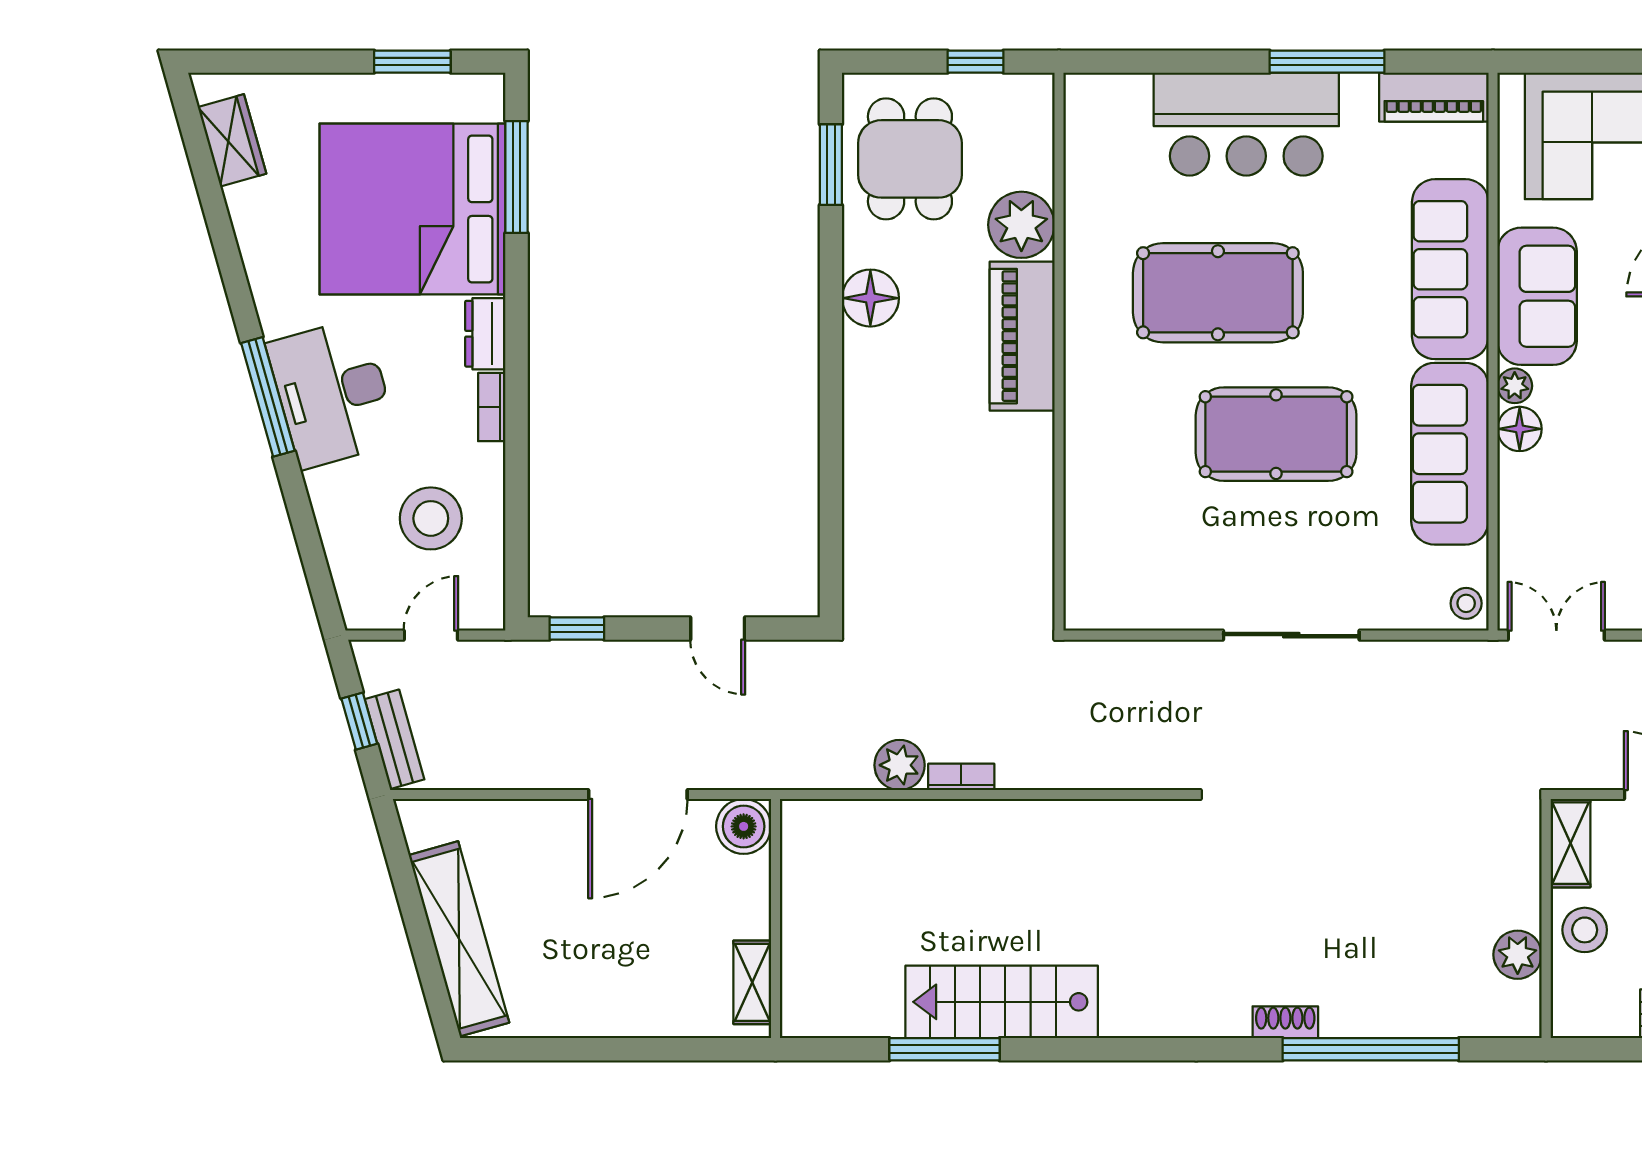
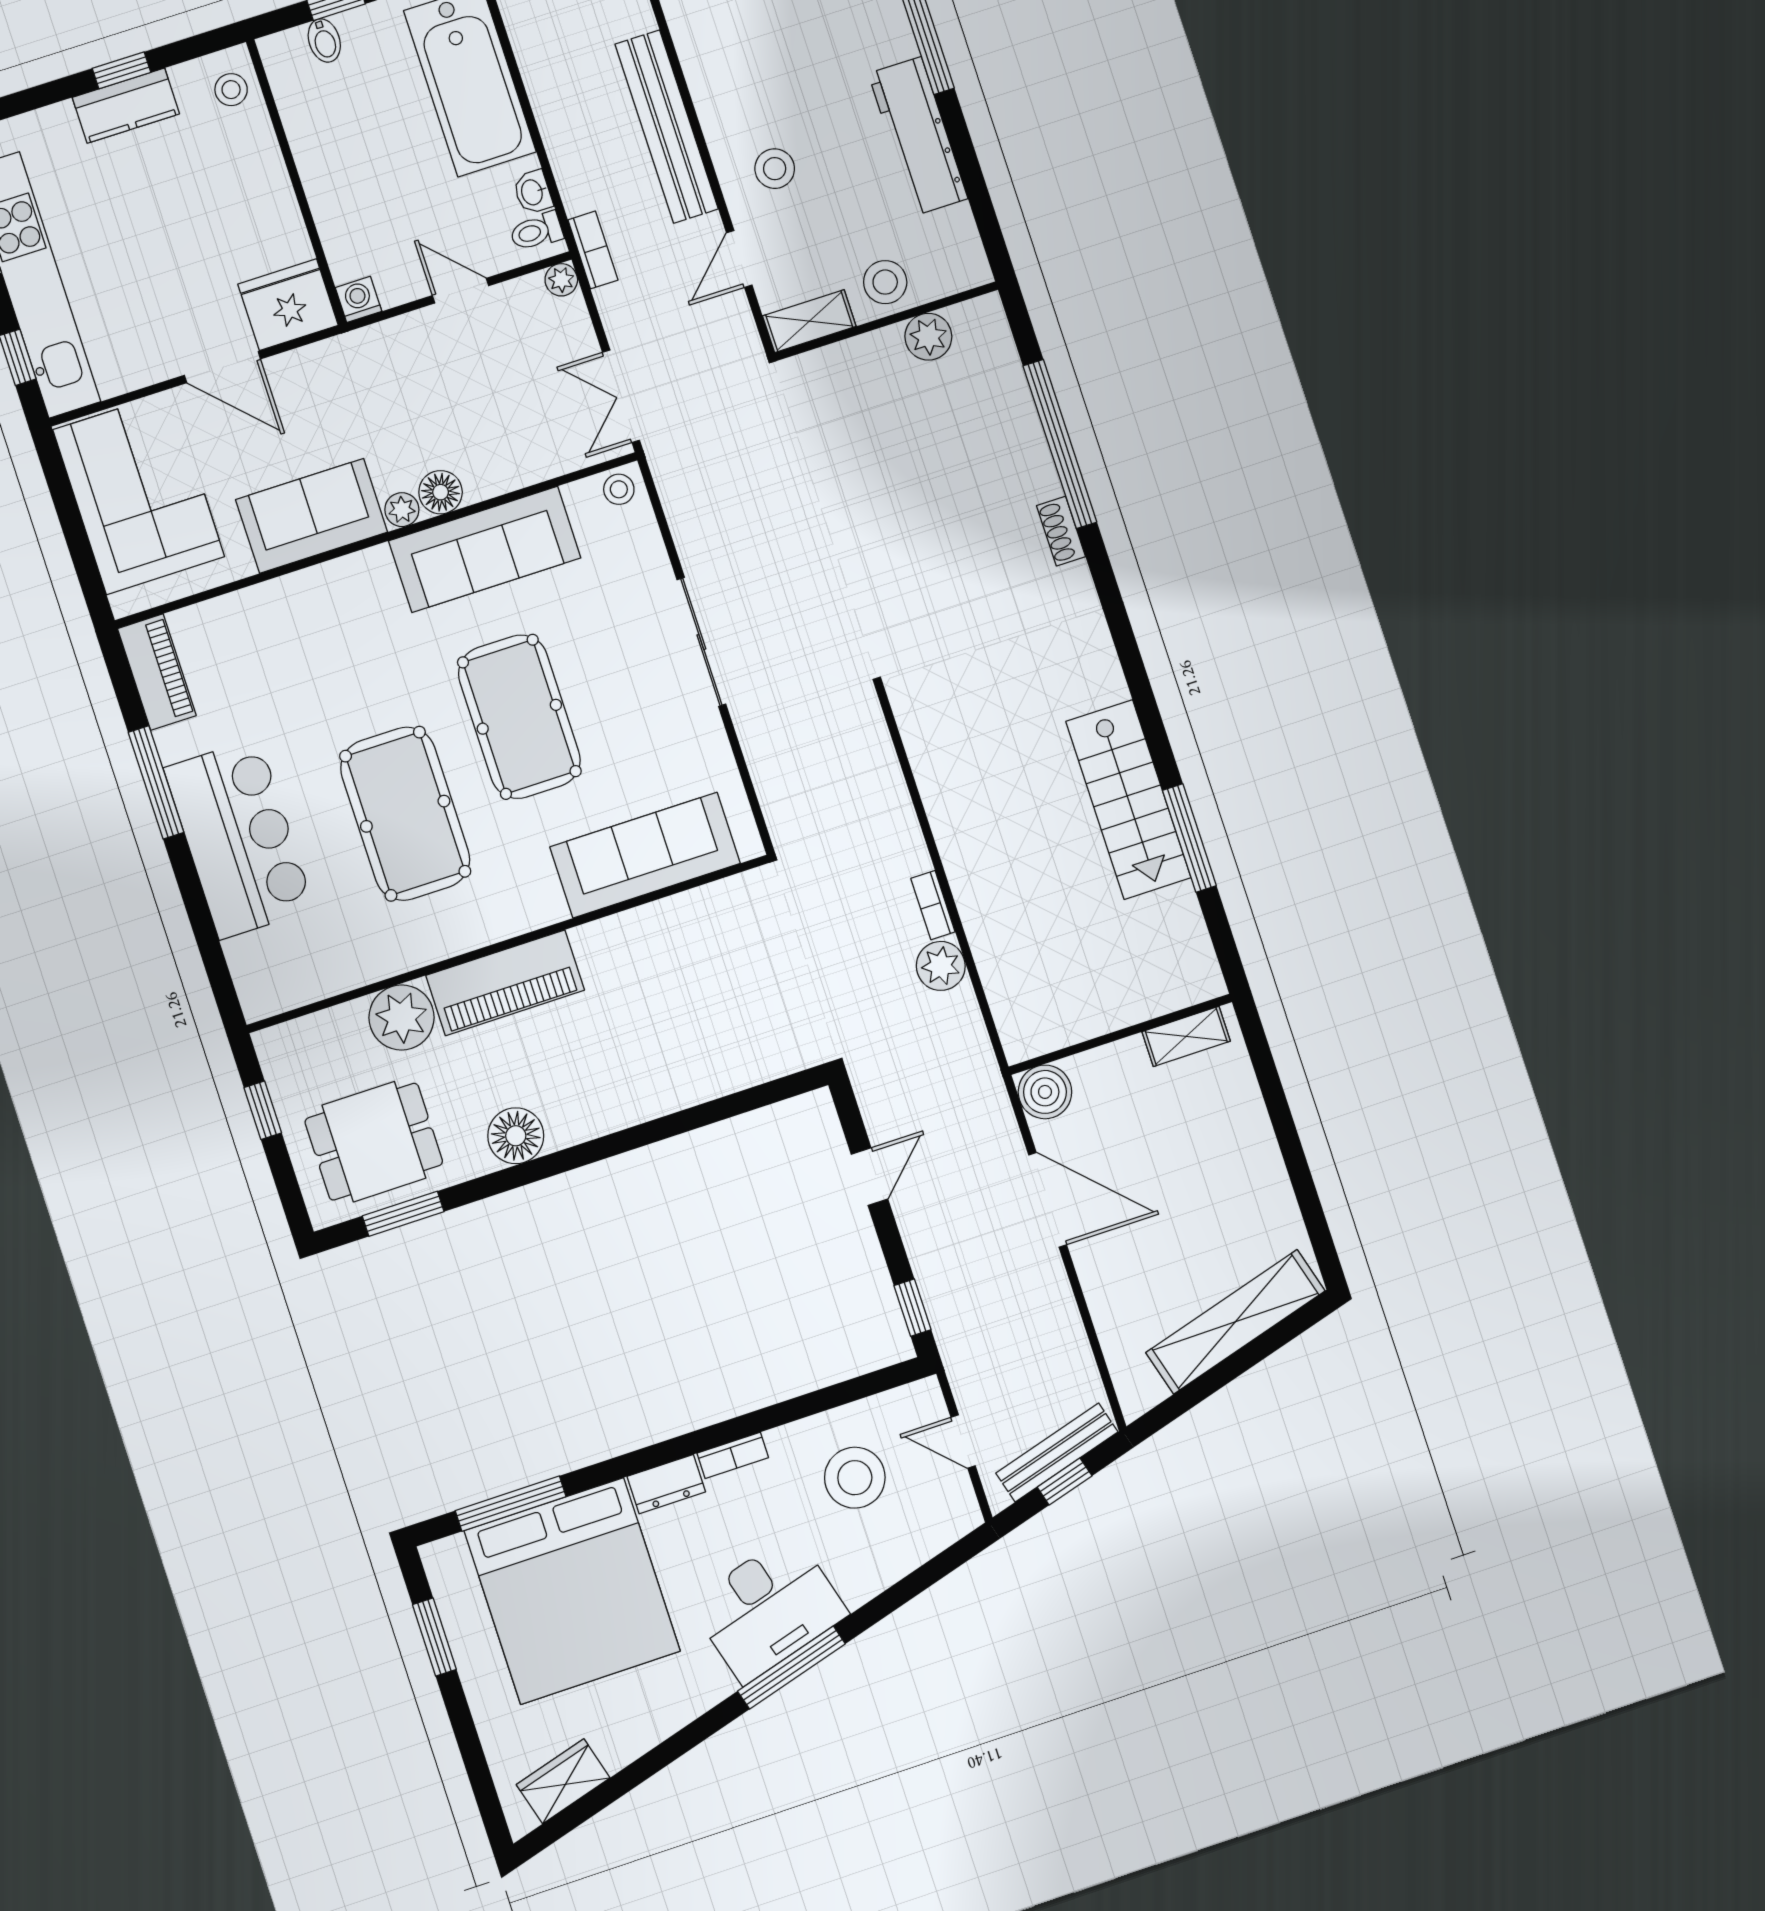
sofa: (1450, 269) -> (645, 855), moved, turned 180
bench: (395, 739) -> (1057, 1453), width x1.36

